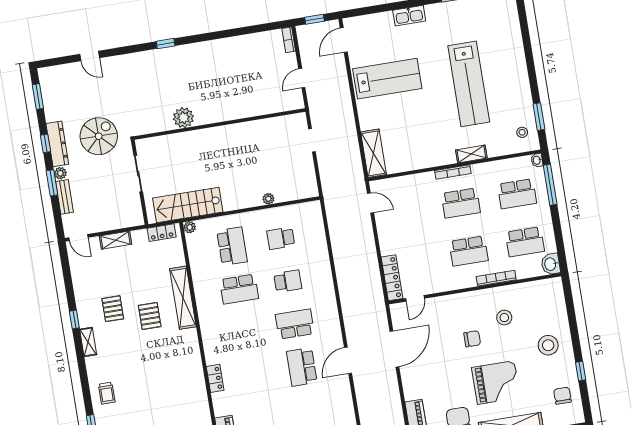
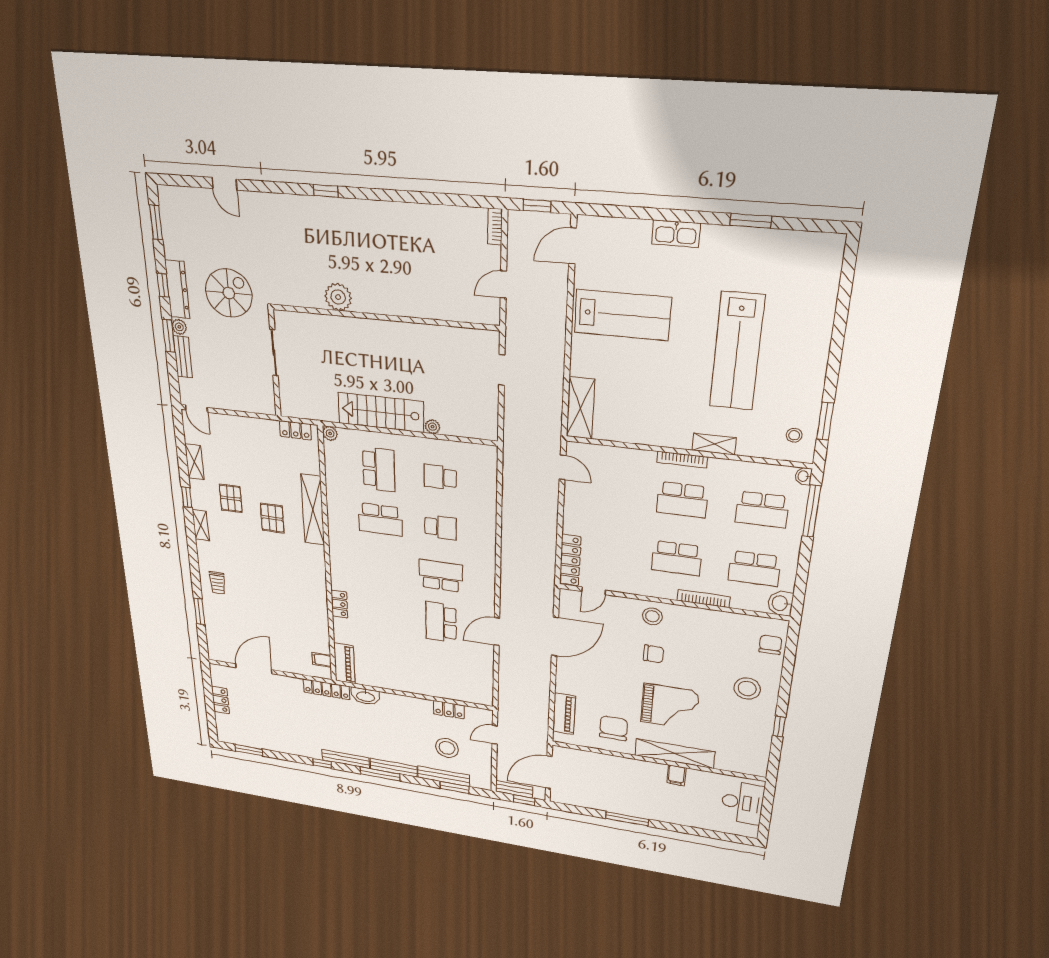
stairs: (188, 205) -> (381, 412), moved
shelving: (116, 240) -> (194, 462), moved, turned 90
stool: (504, 318) -> (652, 616), moved
chair: (562, 396) -> (770, 645), moved

